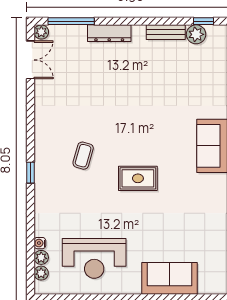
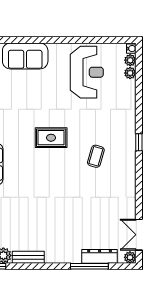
window: (71, 21) -> (89, 266), moved
dresser: (109, 33) -> (100, 256), moved
water cooler: (40, 243) -> (131, 49), moved
reception desk: (94, 258) -> (87, 72), turned 90

